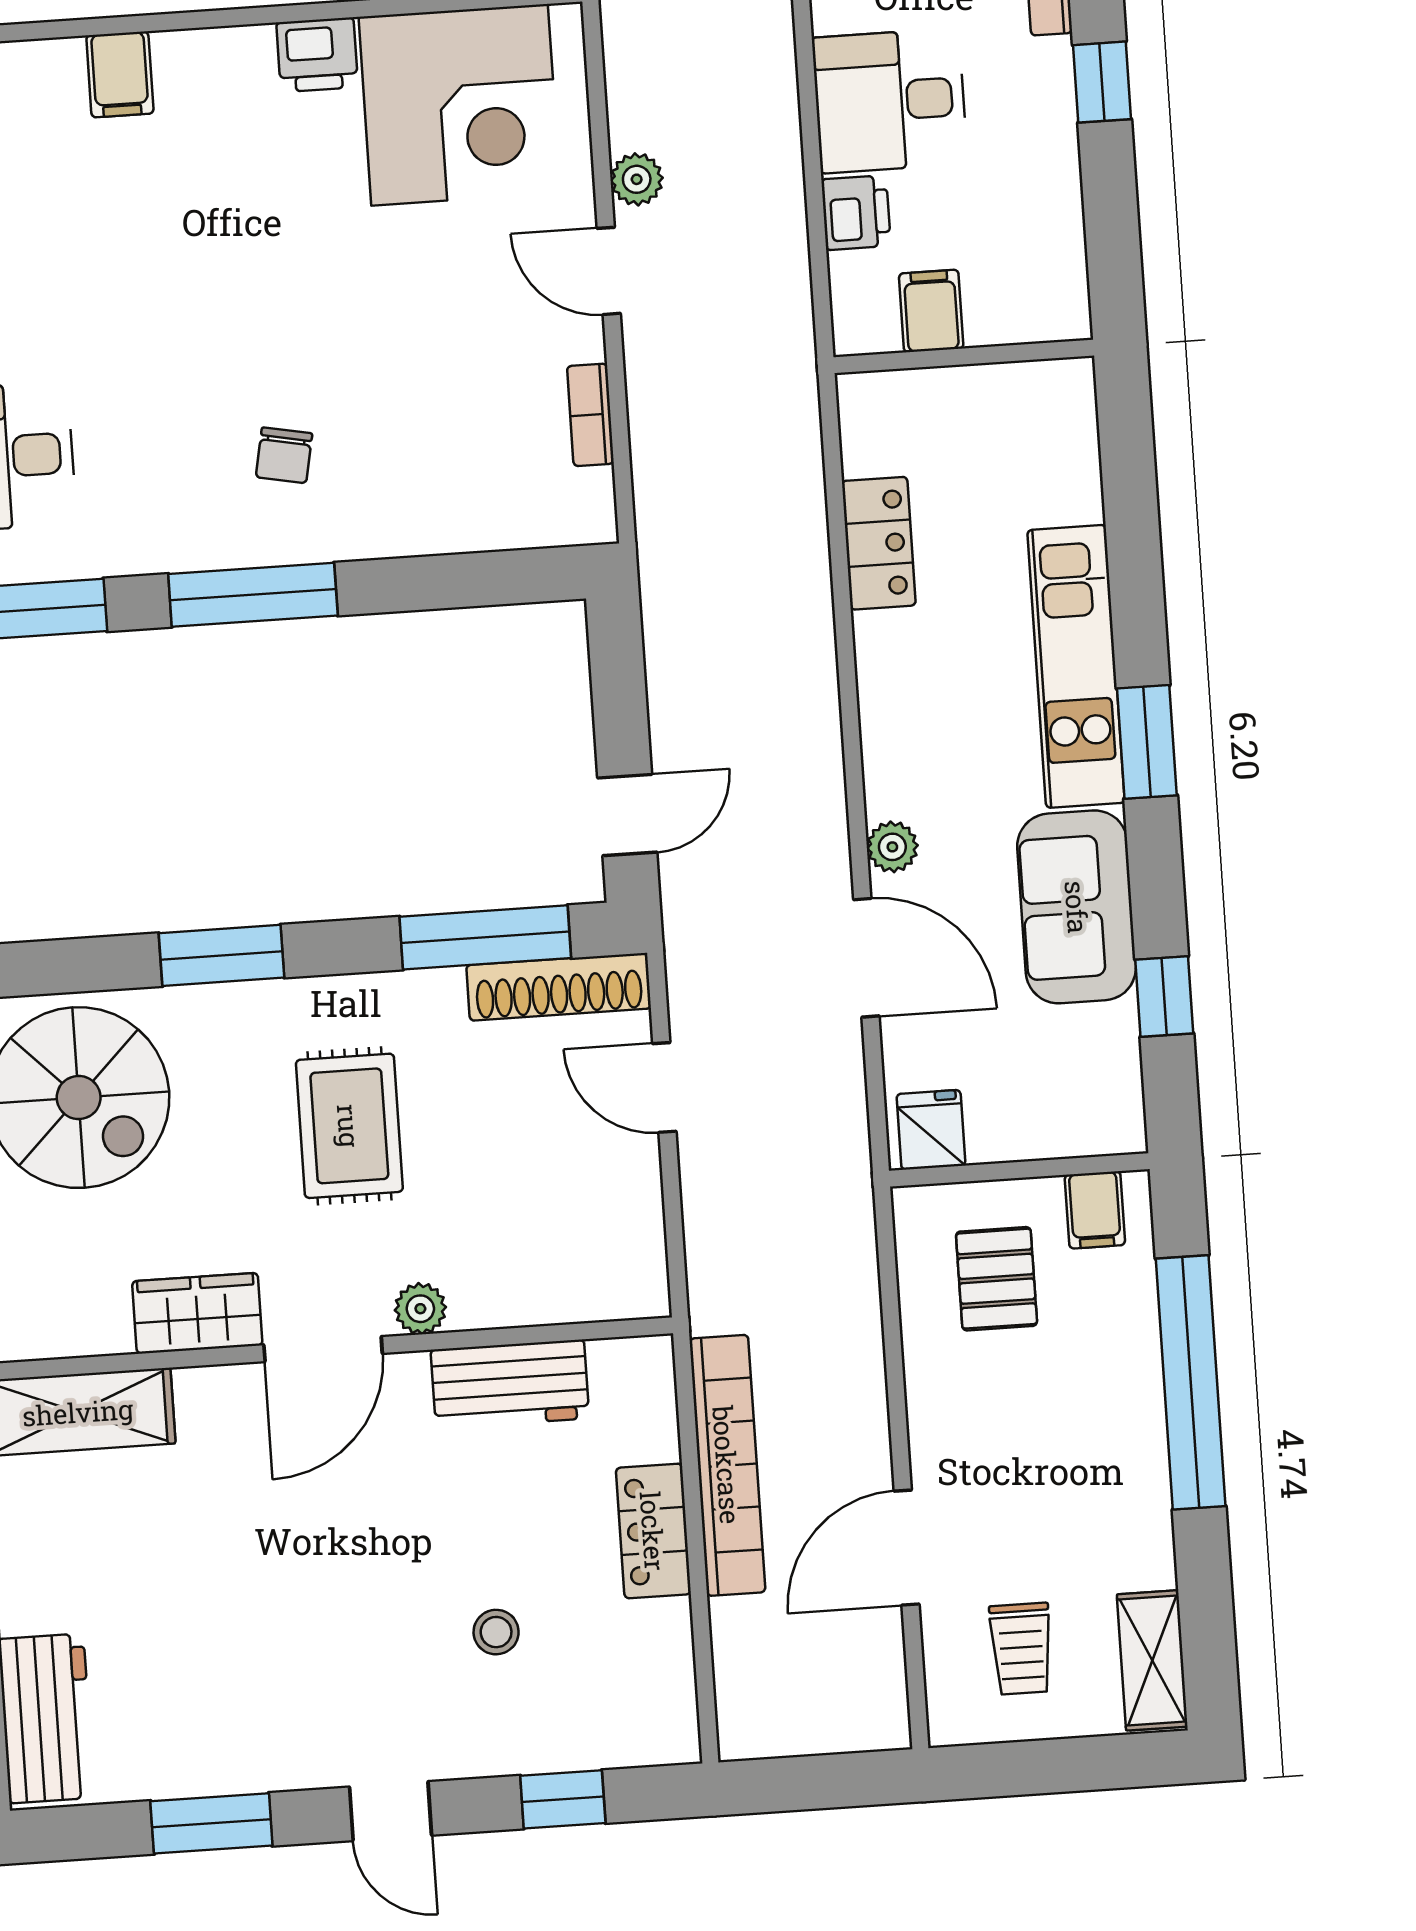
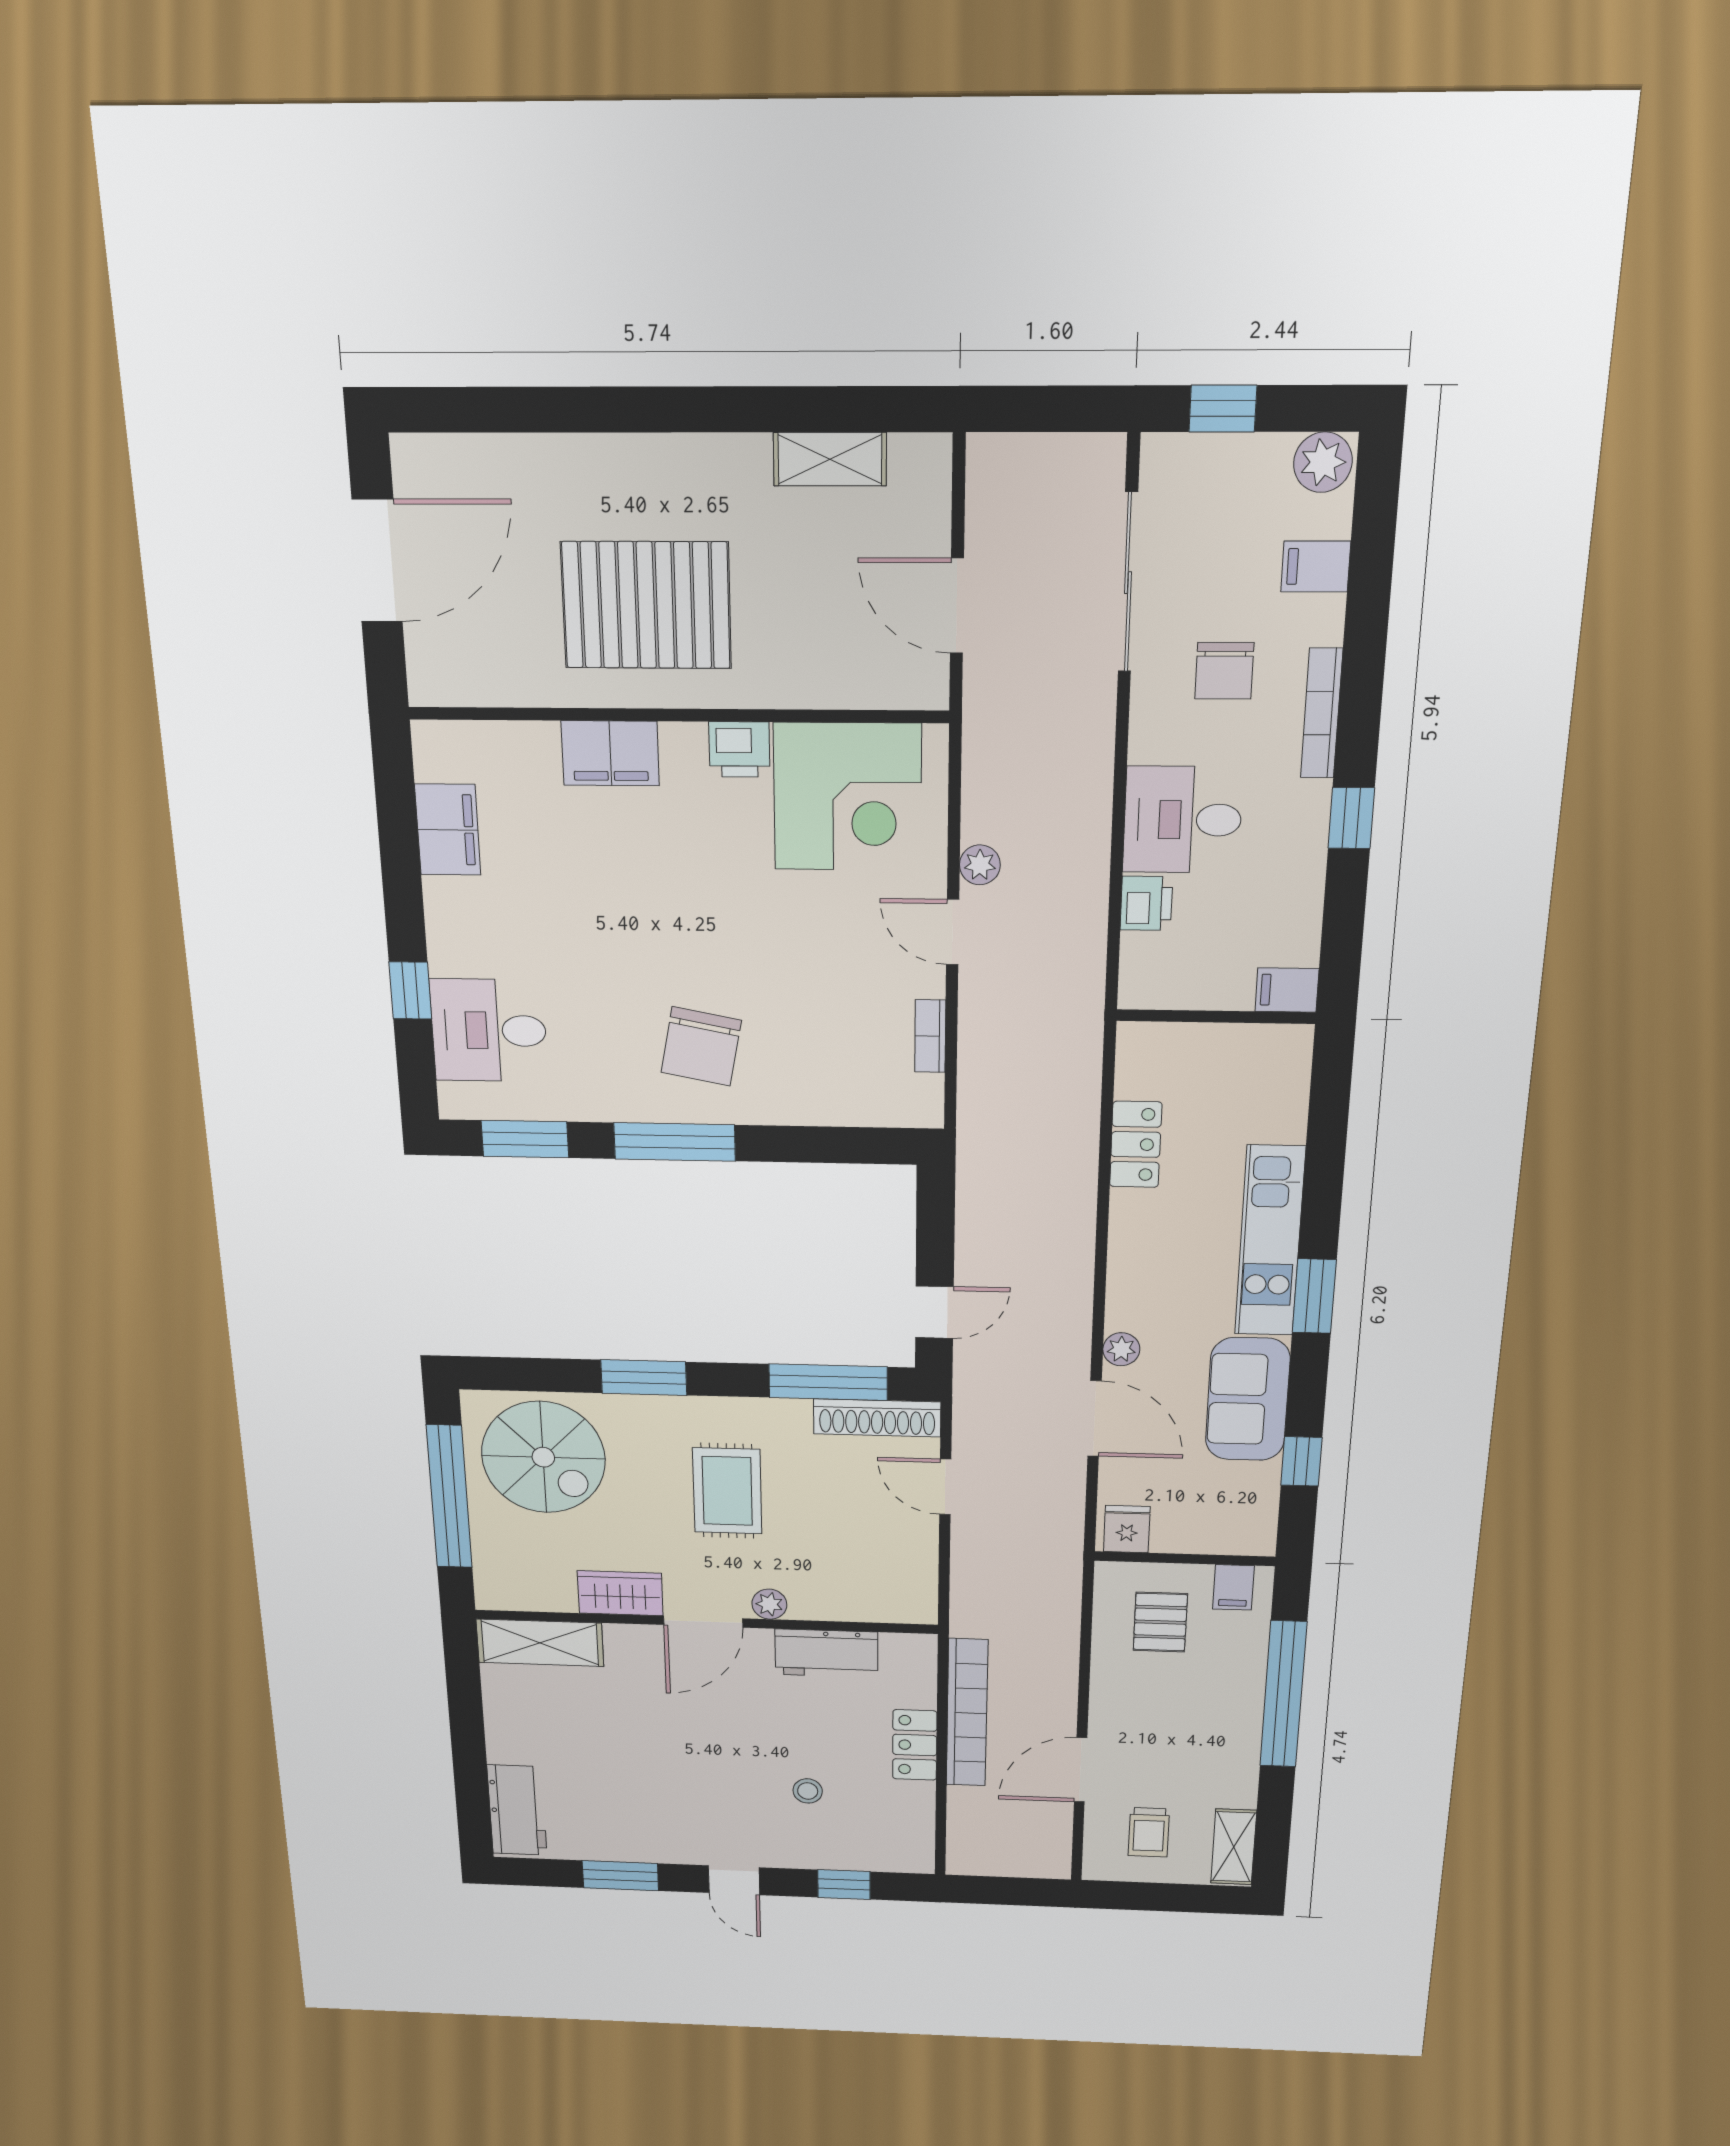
filing cabinet: (120, 74) -> (610, 753), width x2.00
filing cabinet: (931, 311) -> (1287, 990), moved, turned -90
chair: (284, 455) -> (701, 1046), width x1.87, depth x1.87

